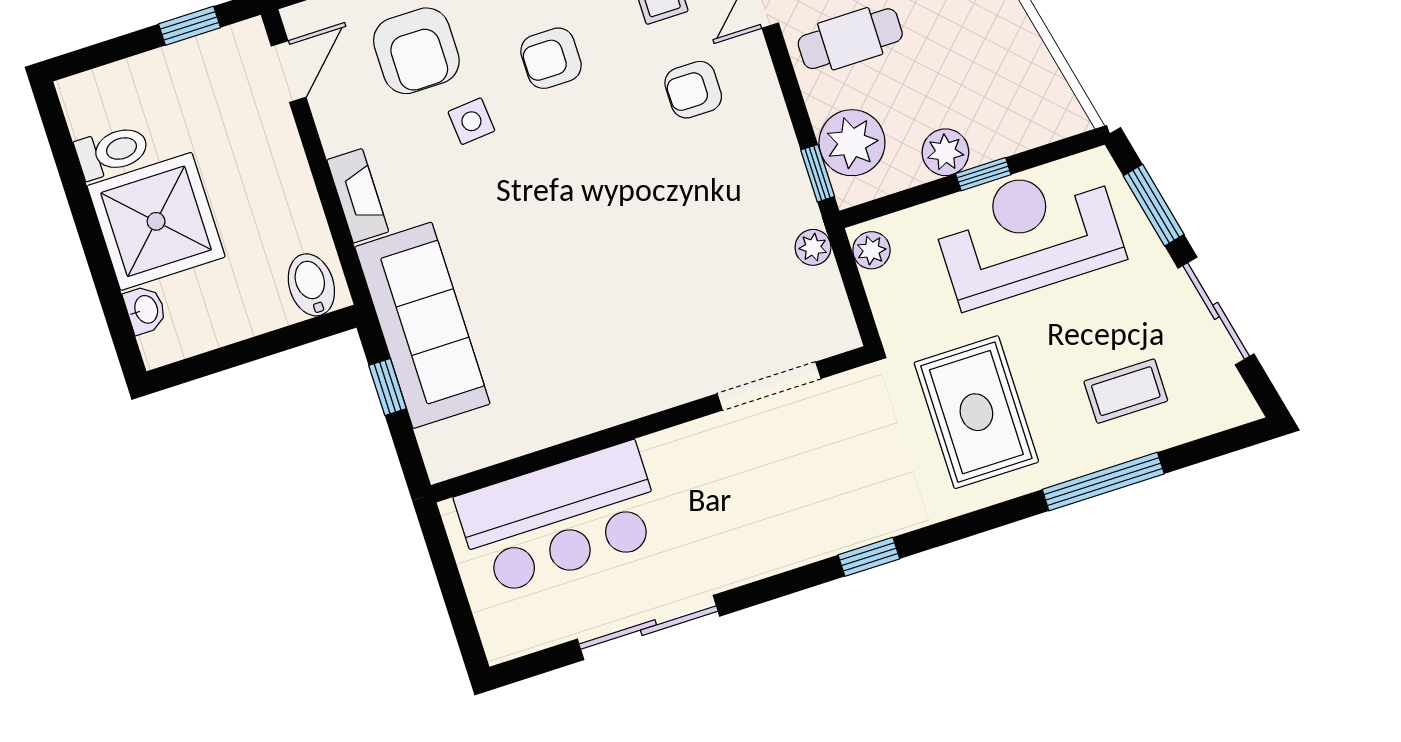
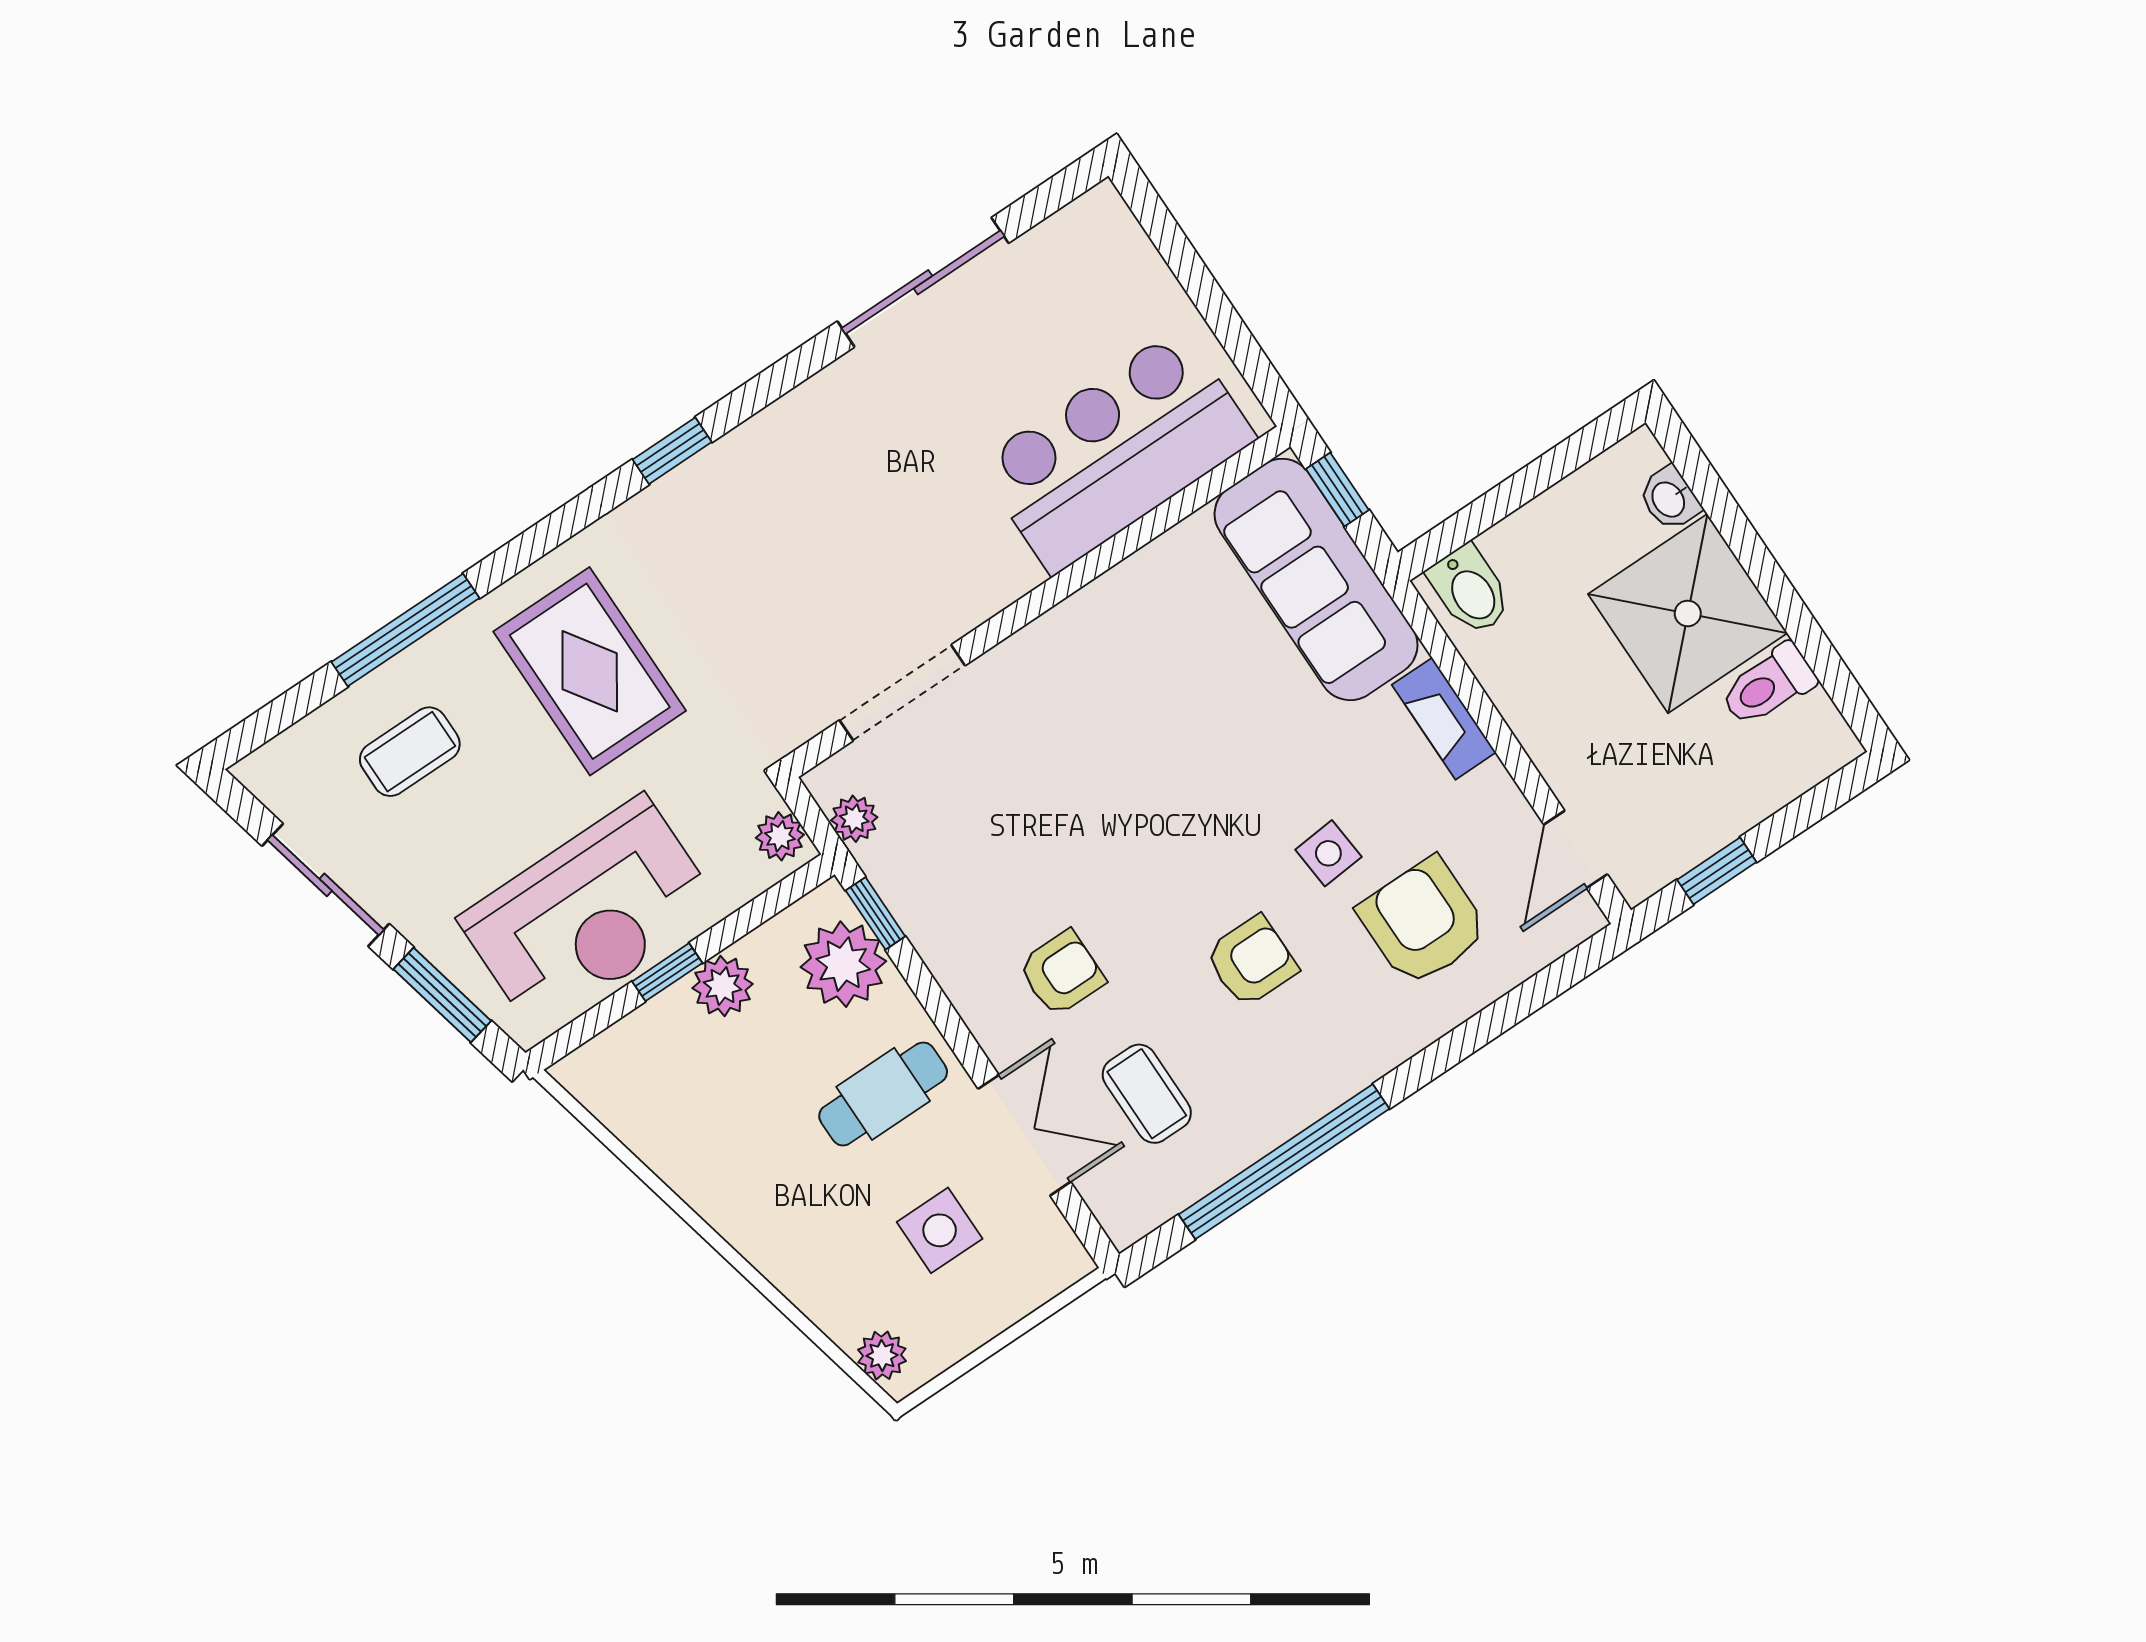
doorway: (769, 386) -> (902, 693), moved
wall: (650, 424) -> (1038, 602), moved
bar counter: (560, 519) -> (1117, 451), moved

